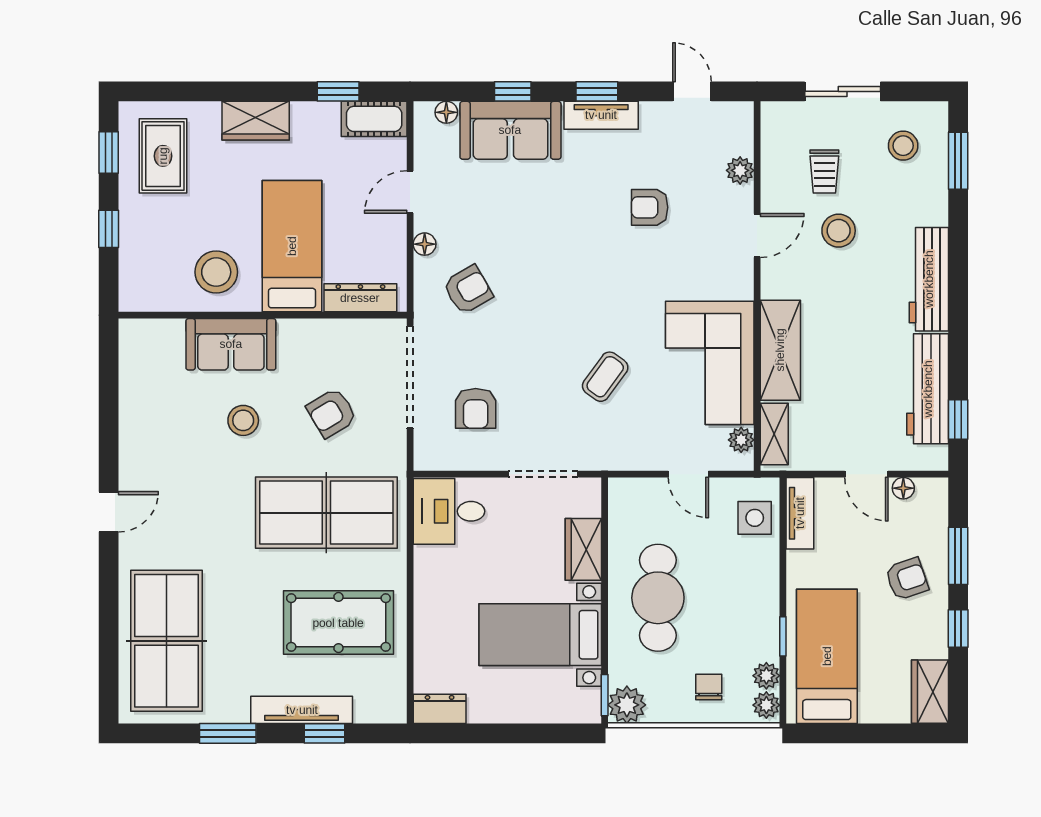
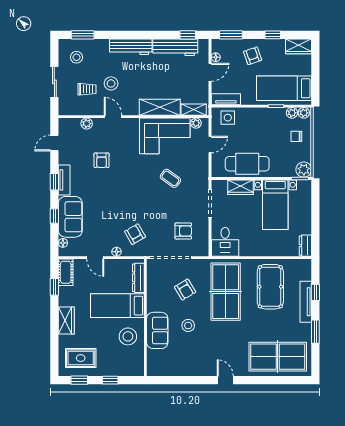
window: (958, 556) -> (231, 35), moved
cafe table: (658, 598) -> (247, 164), moved

